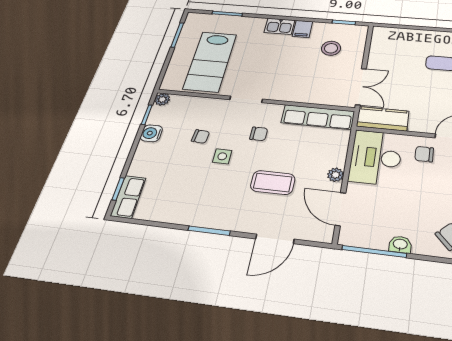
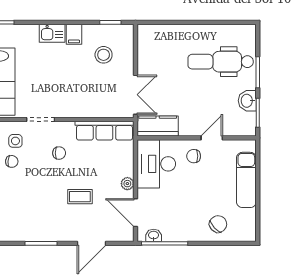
side table: (222, 156) -> (15, 141), moved
coffee table: (273, 182) -> (80, 197), width x0.73, depth x0.77
washbasin: (400, 244) -> (154, 235), moved

